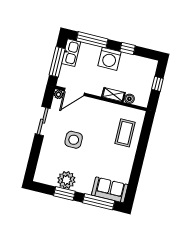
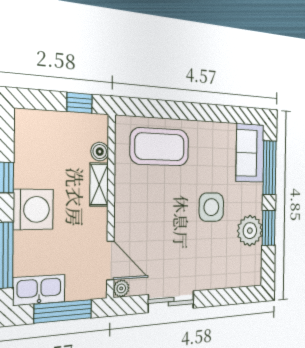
window: (157, 84) -> (80, 103), moved
coffee table: (125, 133) -> (160, 147), width x1.36, depth x1.32
side table: (74, 140) -> (211, 207), moved

